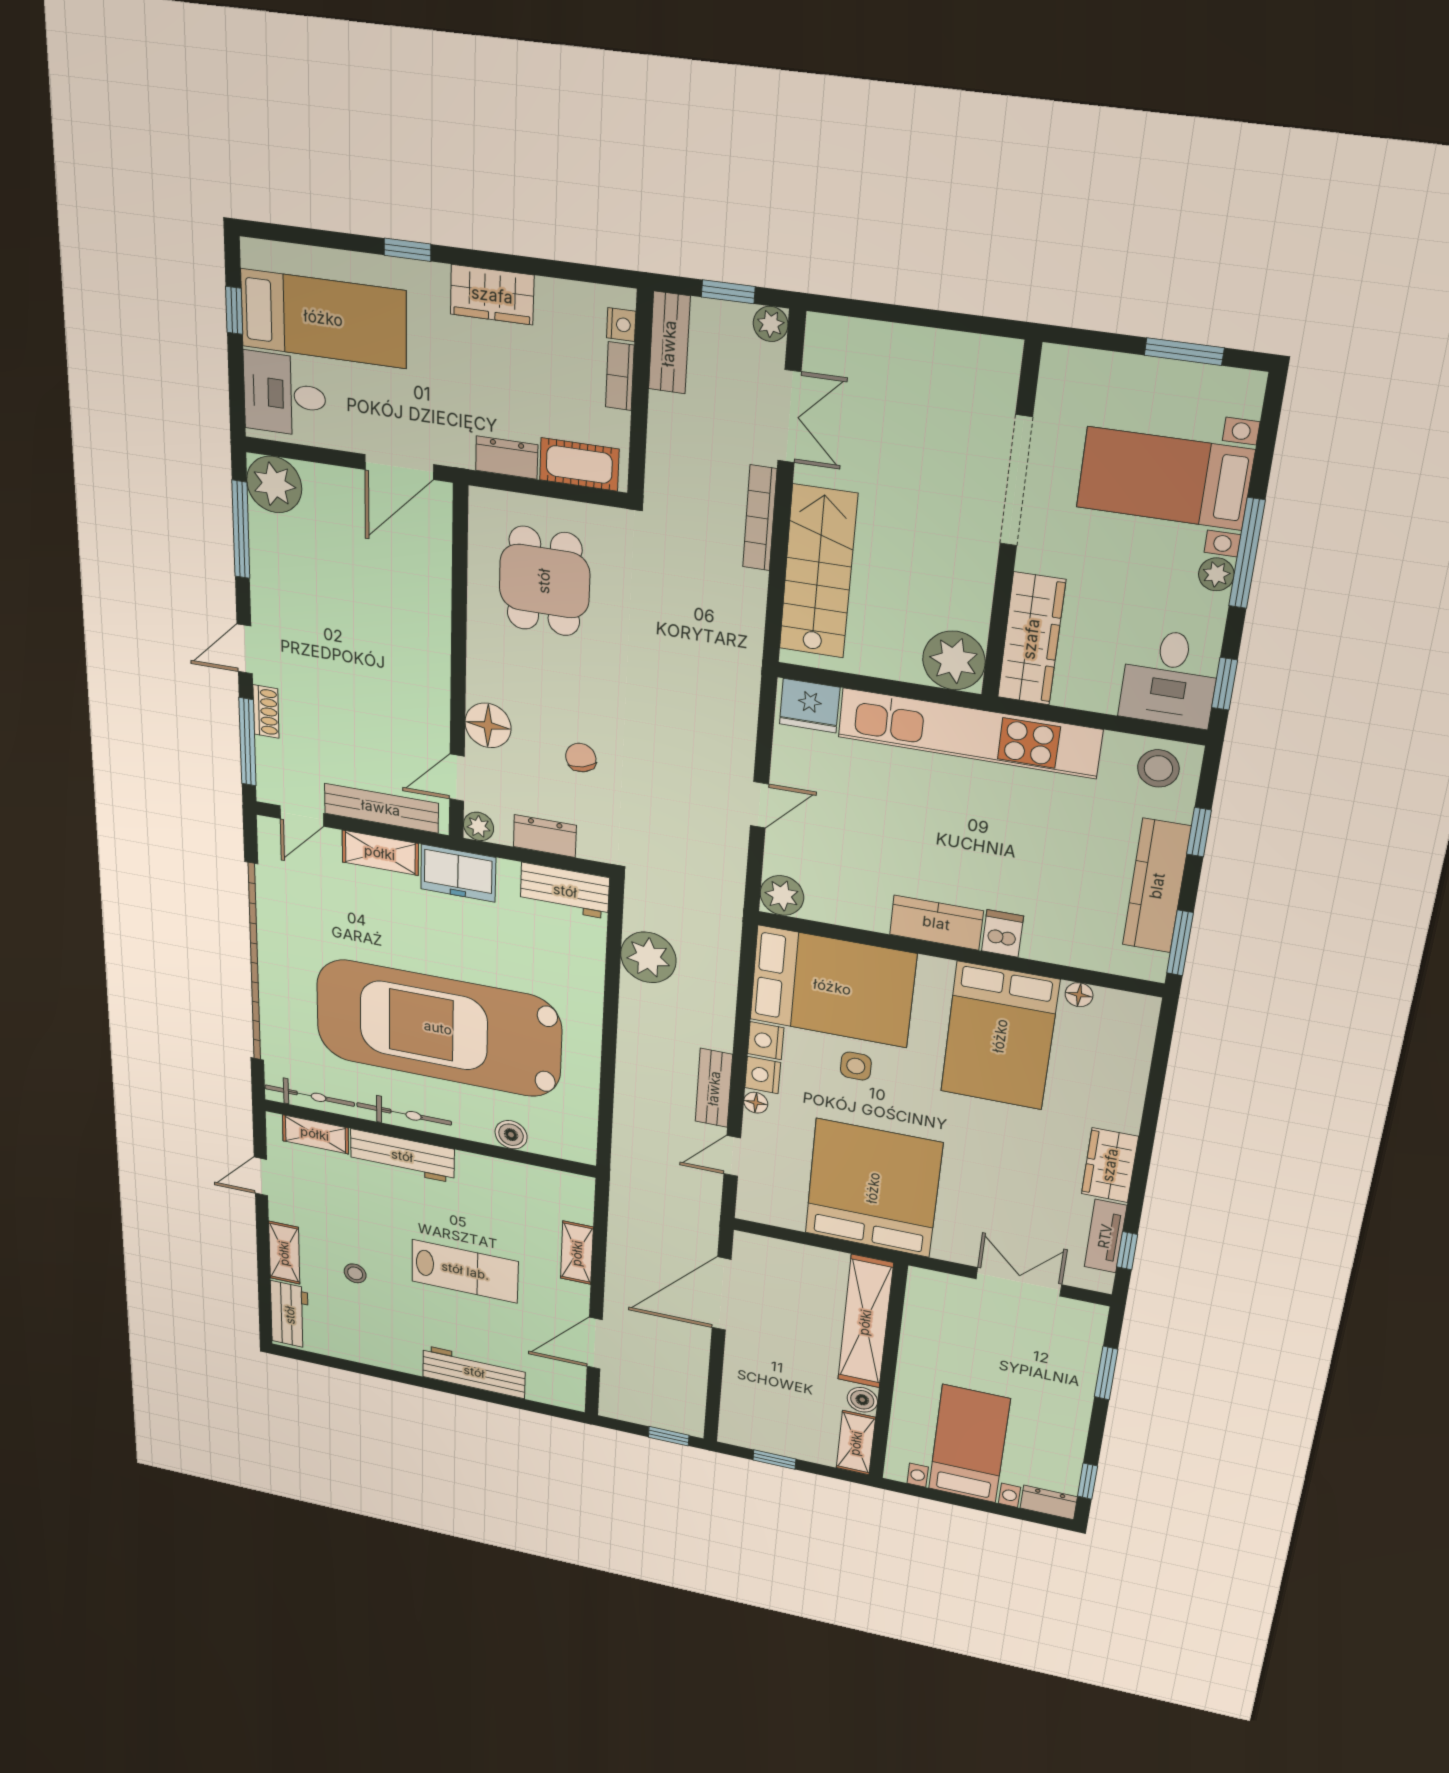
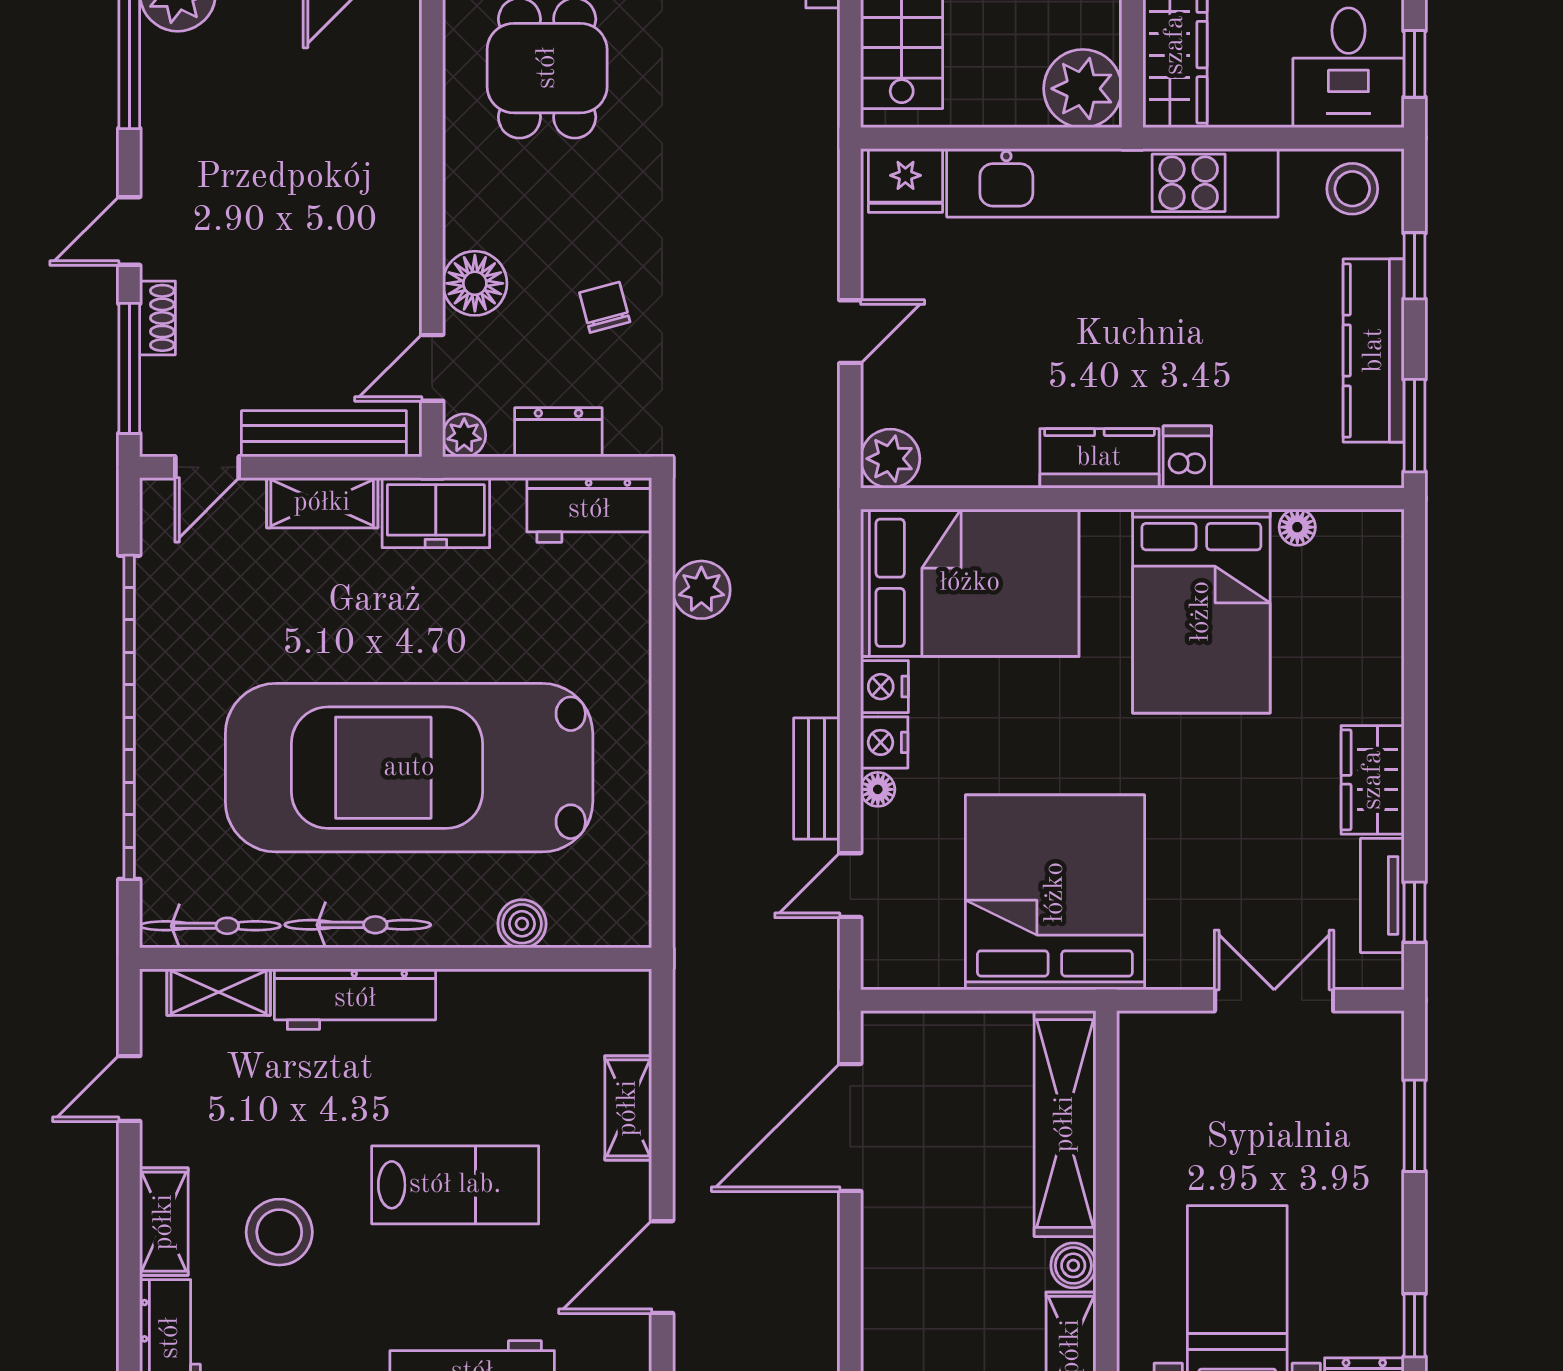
plant: (648, 957) -> (701, 590), width x0.73, depth x0.73
side table: (856, 1066) -> (1013, 700), removed
stool: (355, 1273) -> (279, 1232), width x1.89, depth x1.89

